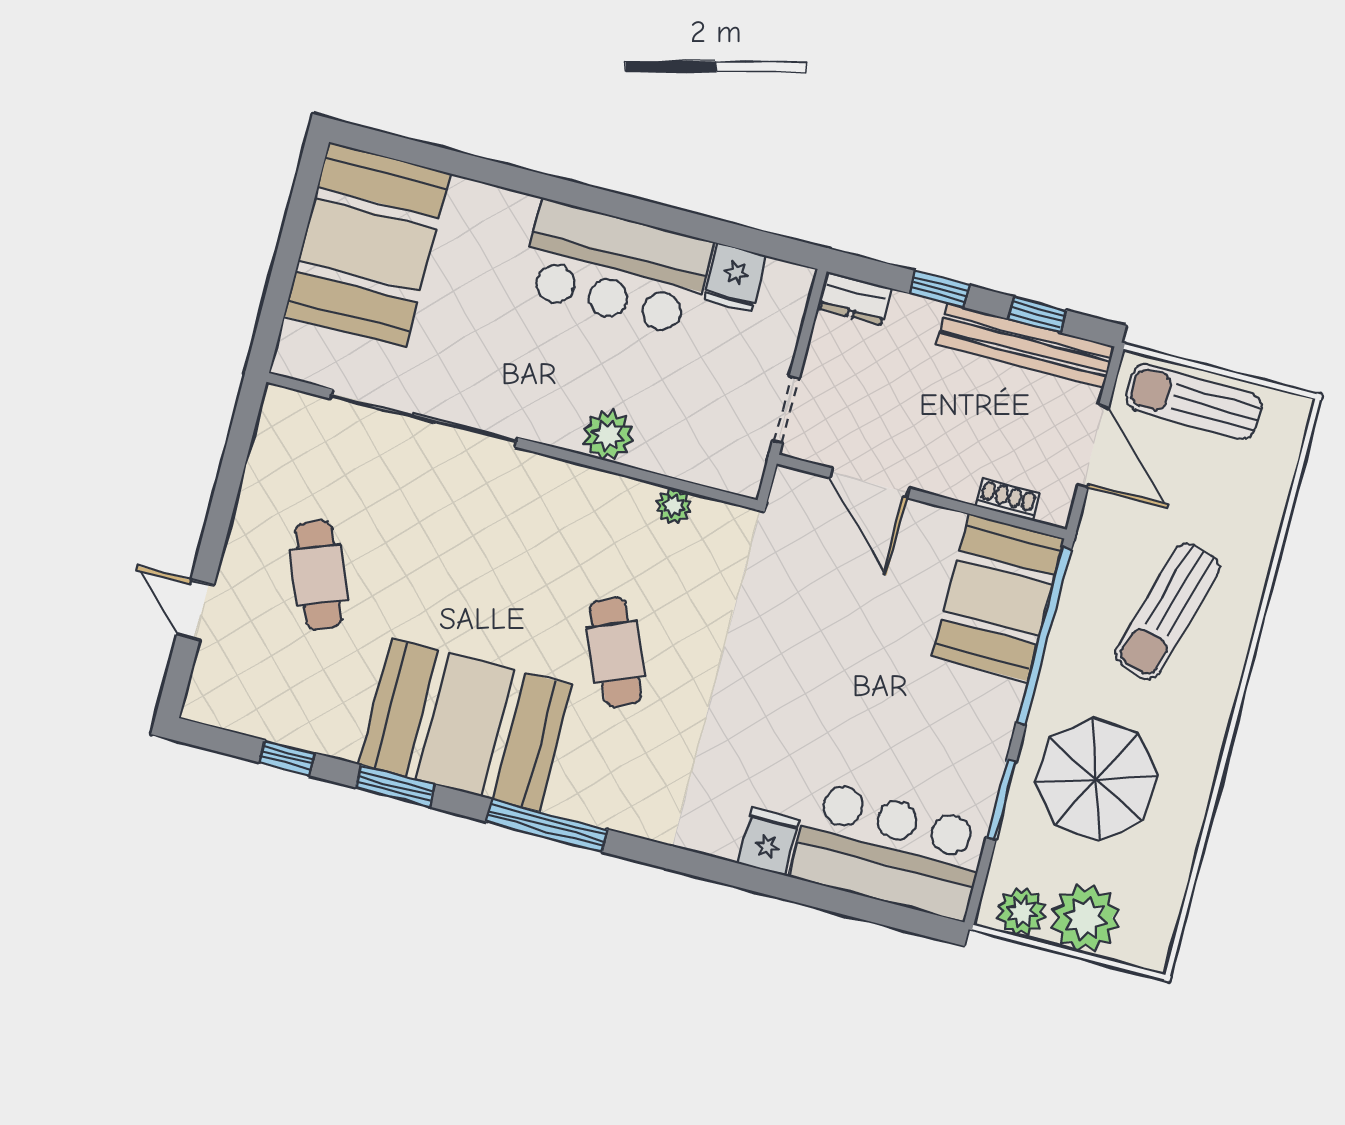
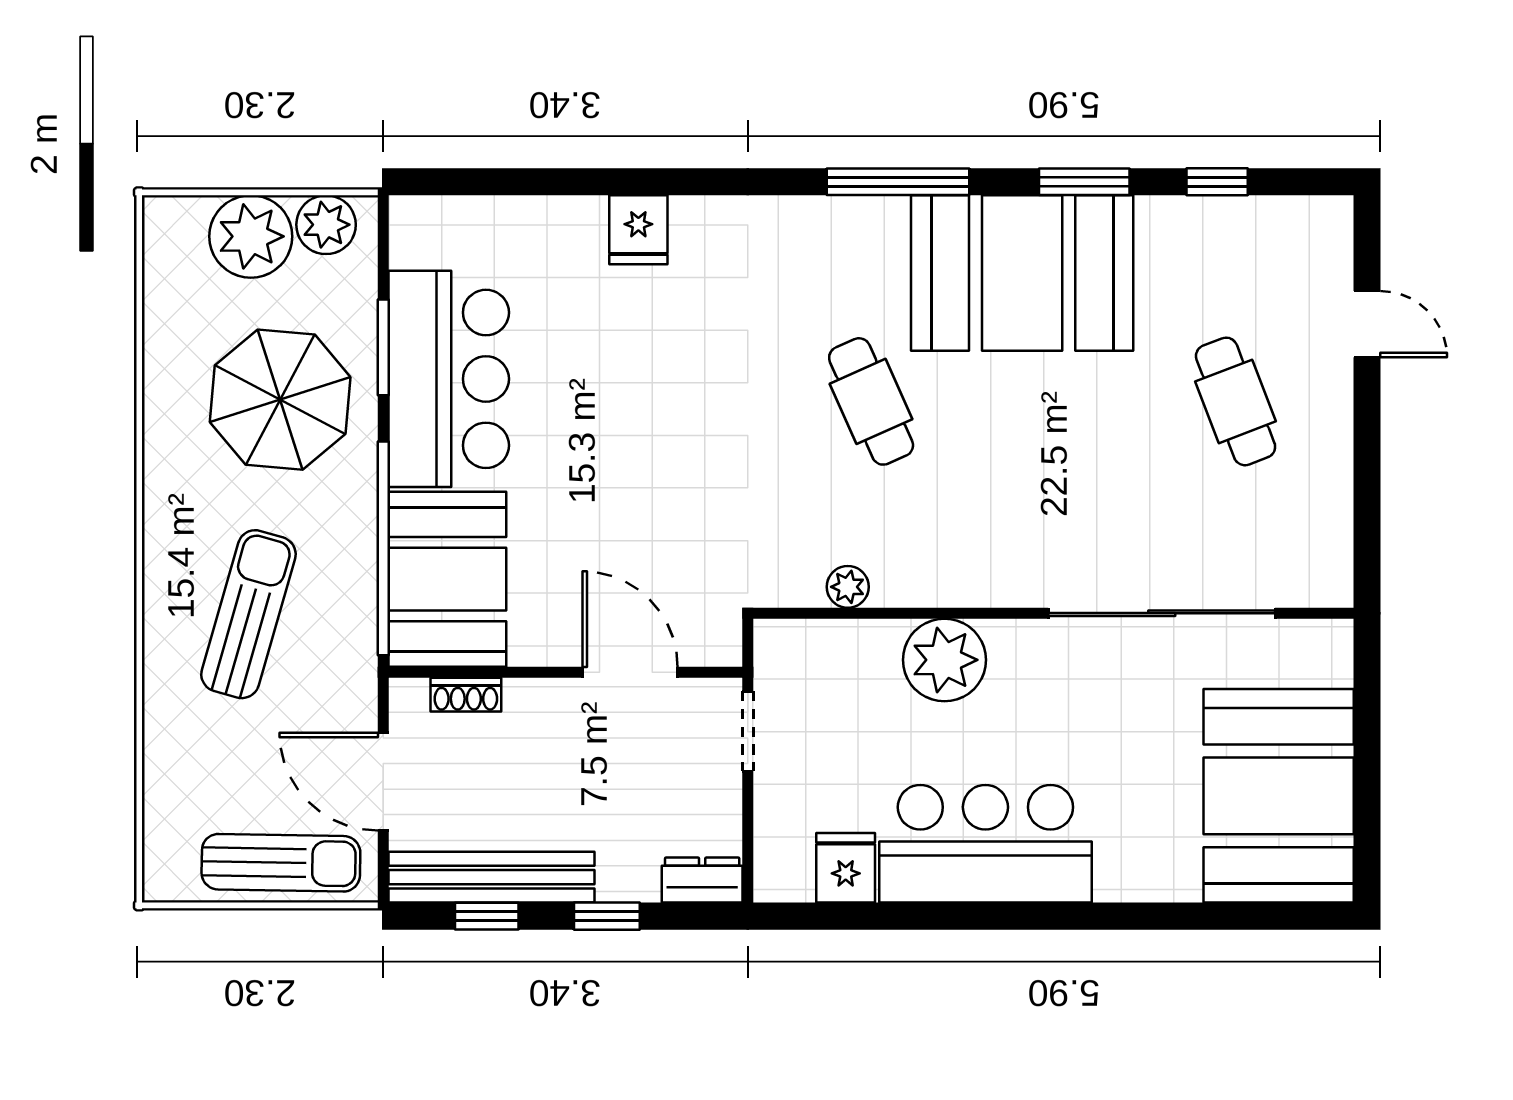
plant: (608, 435) -> (944, 660), width x1.36, depth x1.36
bar counter: (889, 851) -> (449, 379), moved, turned -90

